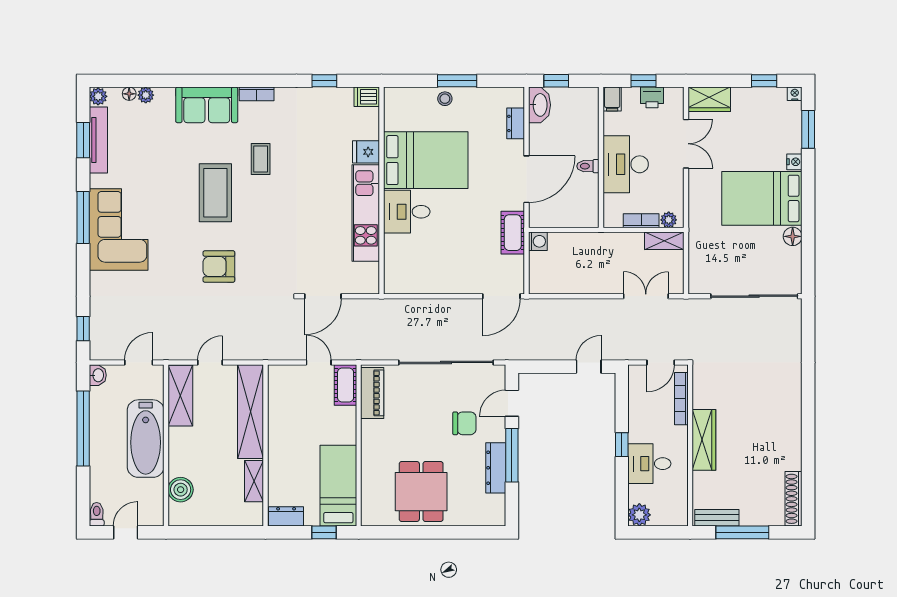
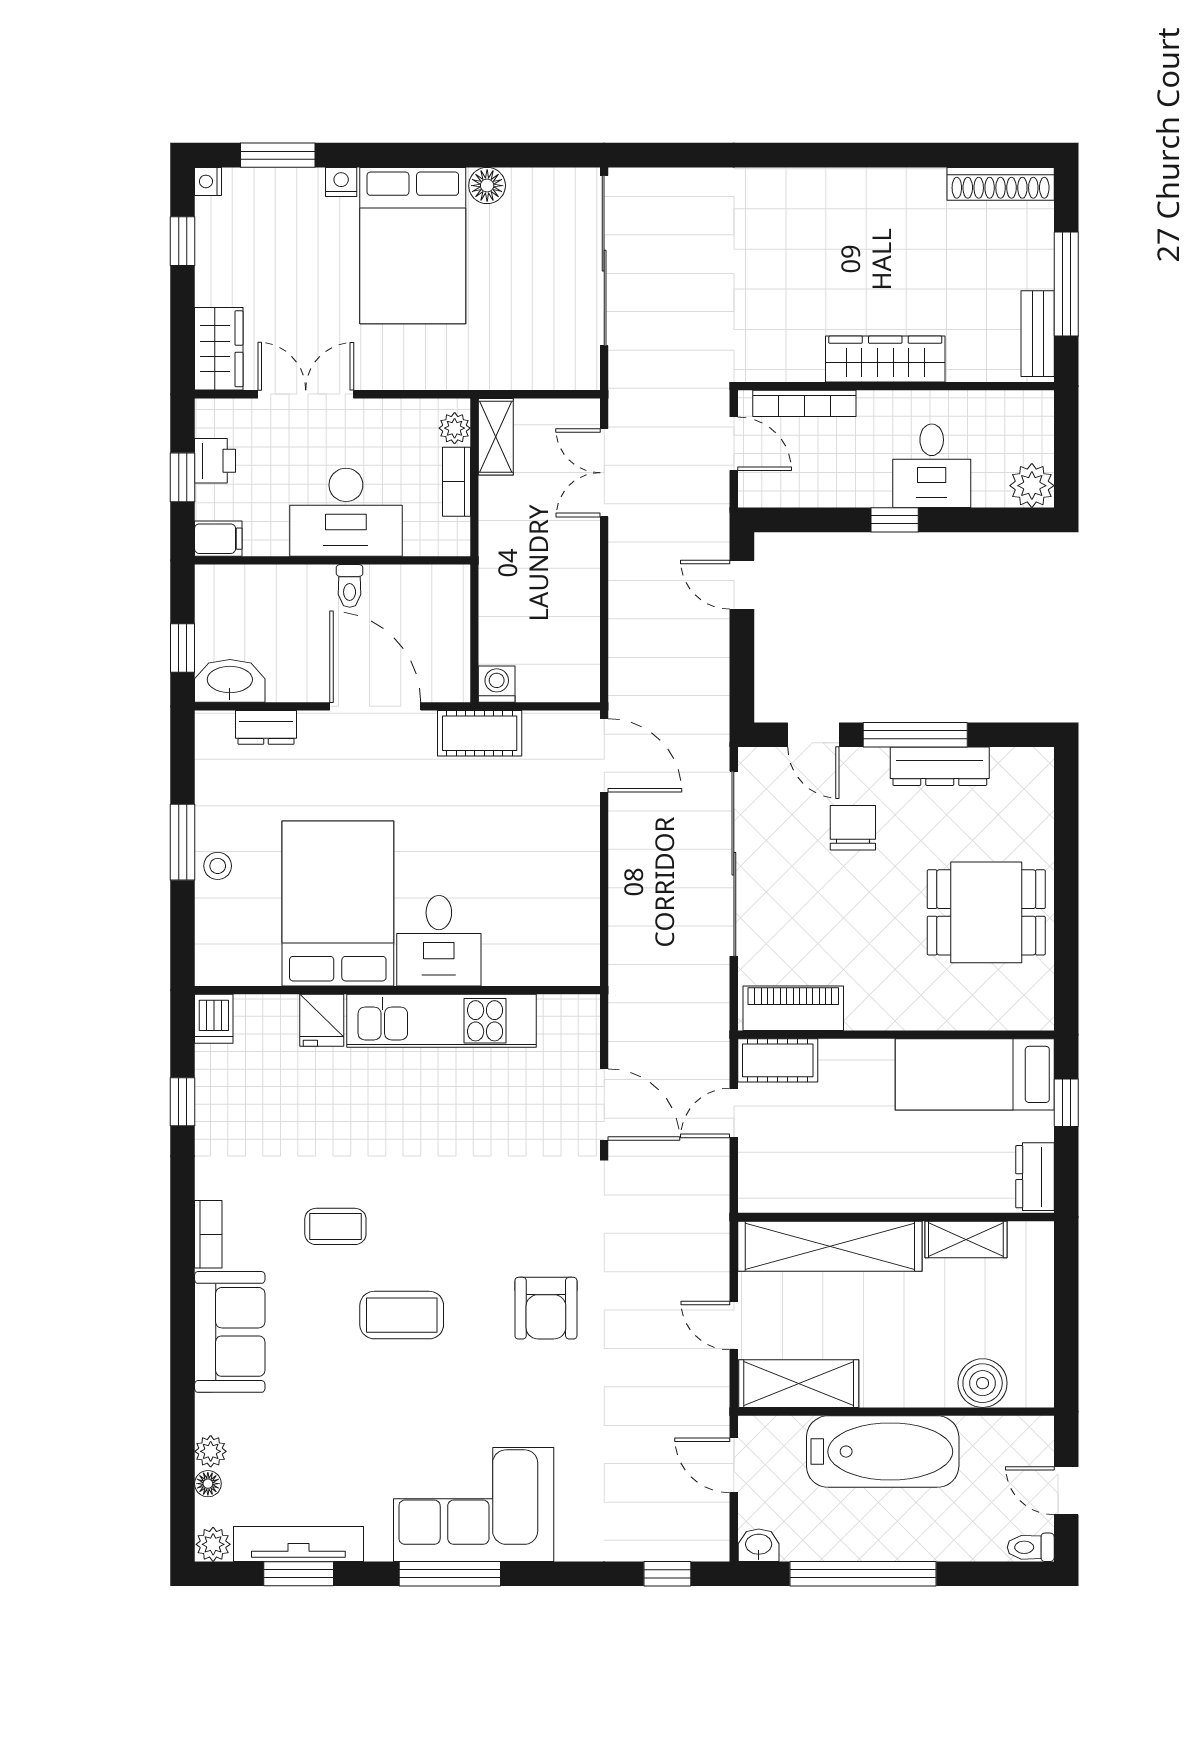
coffee table: (215, 193) -> (402, 1315), width x0.73, depth x0.76

